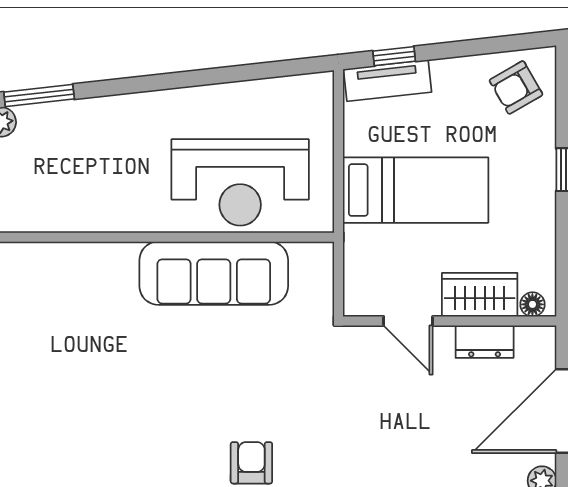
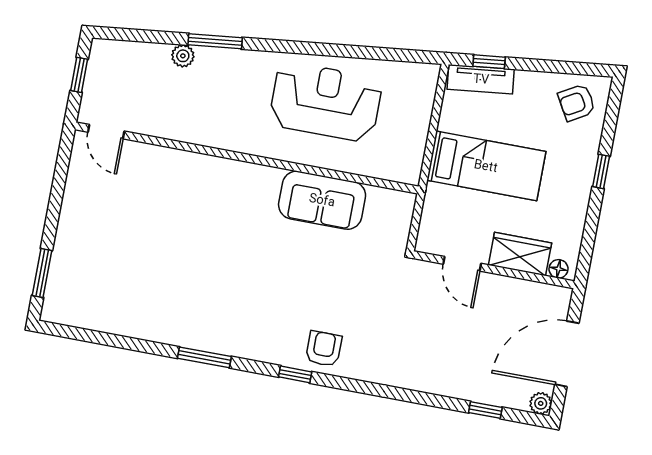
reception desk: (240, 182) -> (326, 102), moved, turned 180
sofa: (214, 273) -> (322, 200), width x0.73
dresser: (485, 342) -> (517, 290), removed

